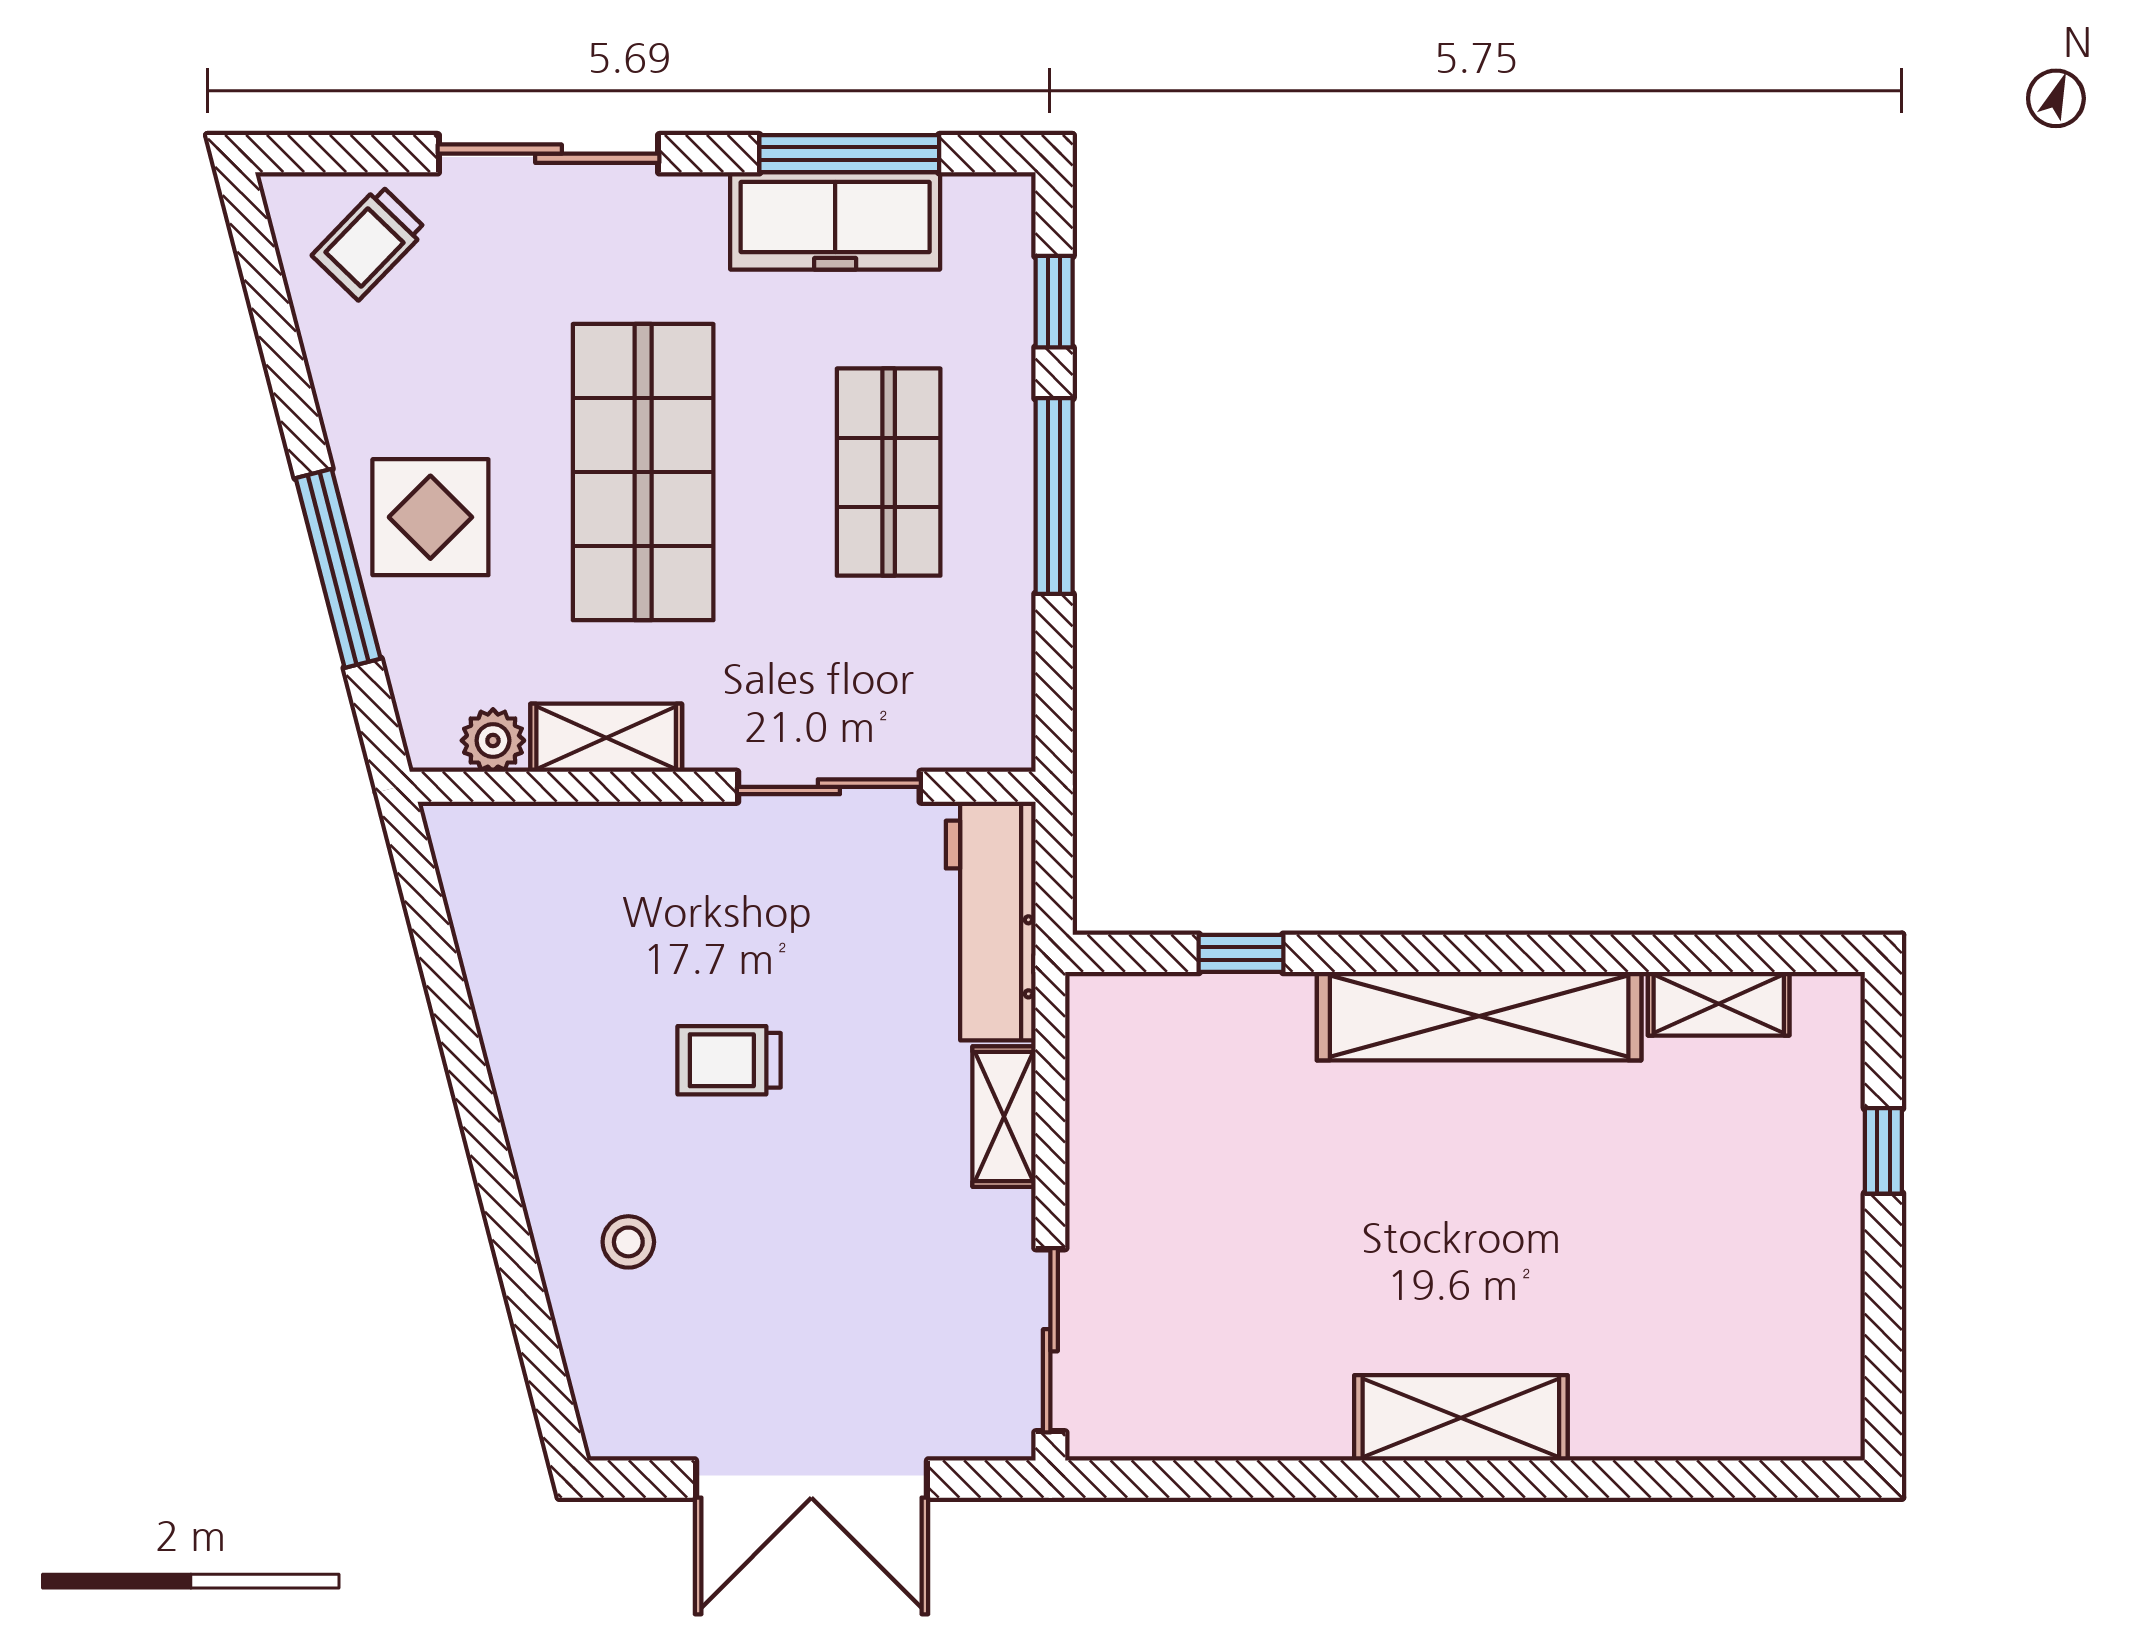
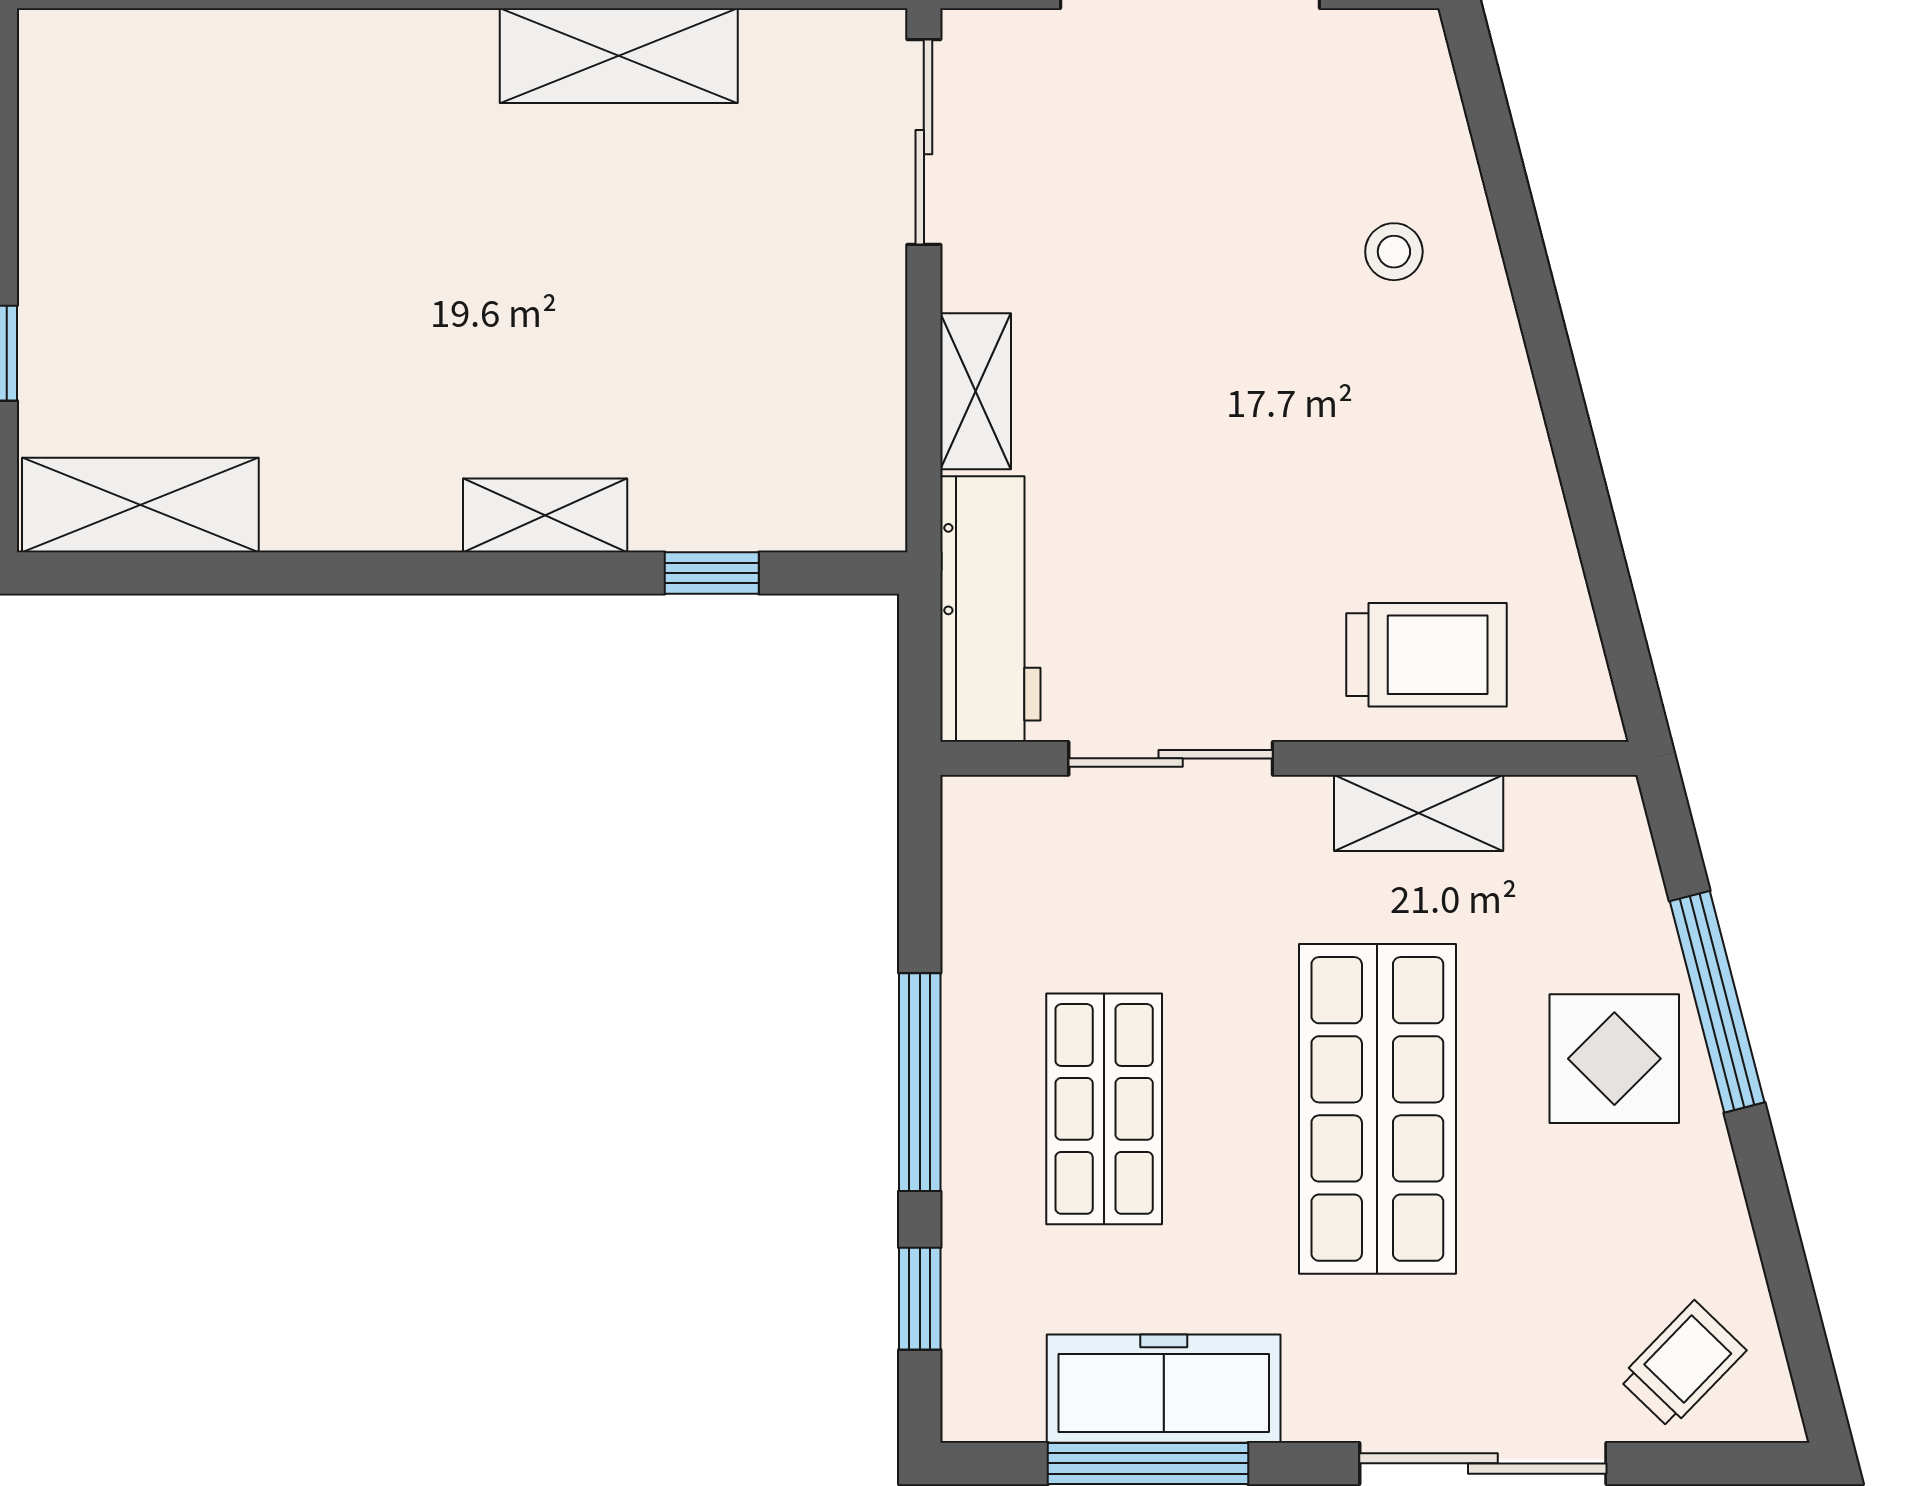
plant: (493, 741) -> (1545, 810), removed
shelving: (1719, 1004) -> (140, 505), width x1.50, depth x1.33
shelving: (1479, 1016) -> (545, 515), width x0.45, depth x0.75
trolley: (729, 1060) -> (1426, 655), moved, width x1.36, depth x1.39
shelving: (1461, 1418) -> (619, 56), moved

